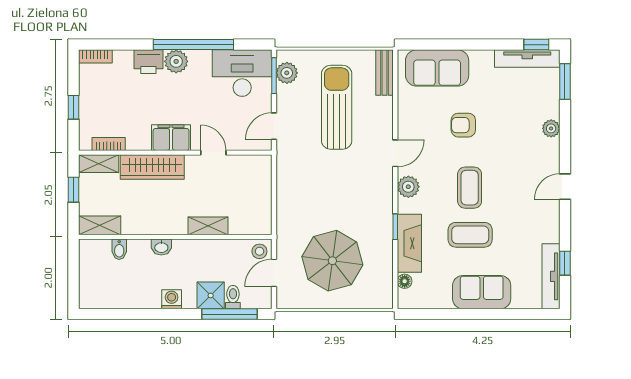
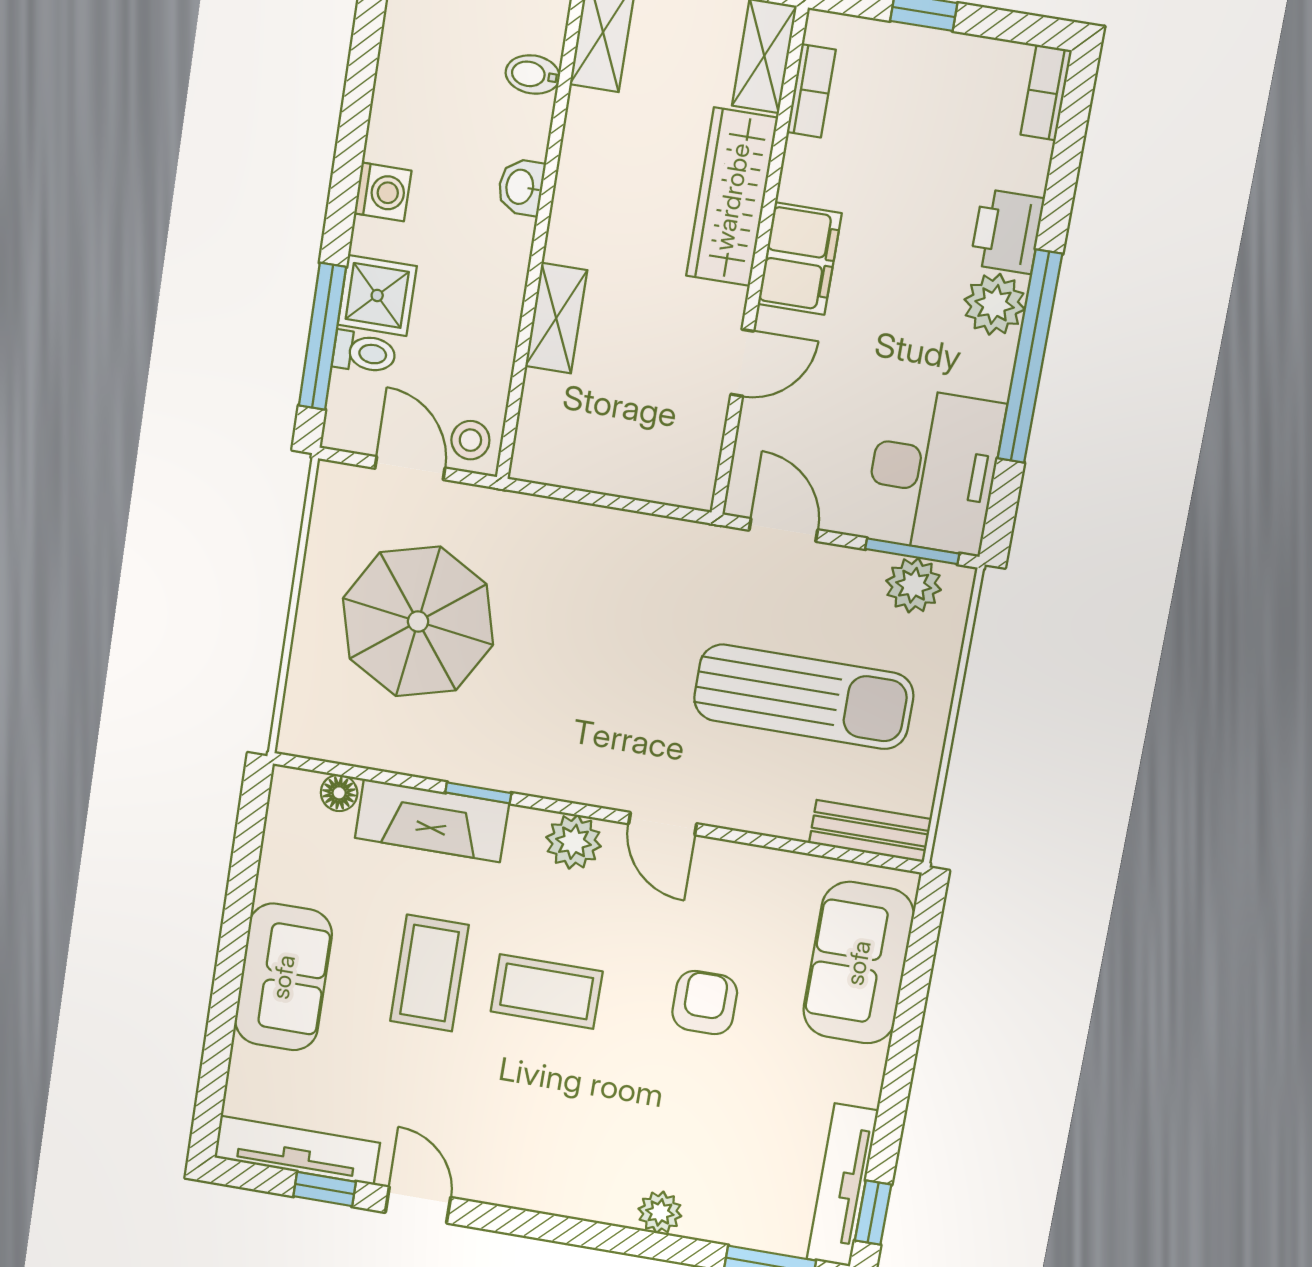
door: (565, 187) -> (418, 1205), moved

